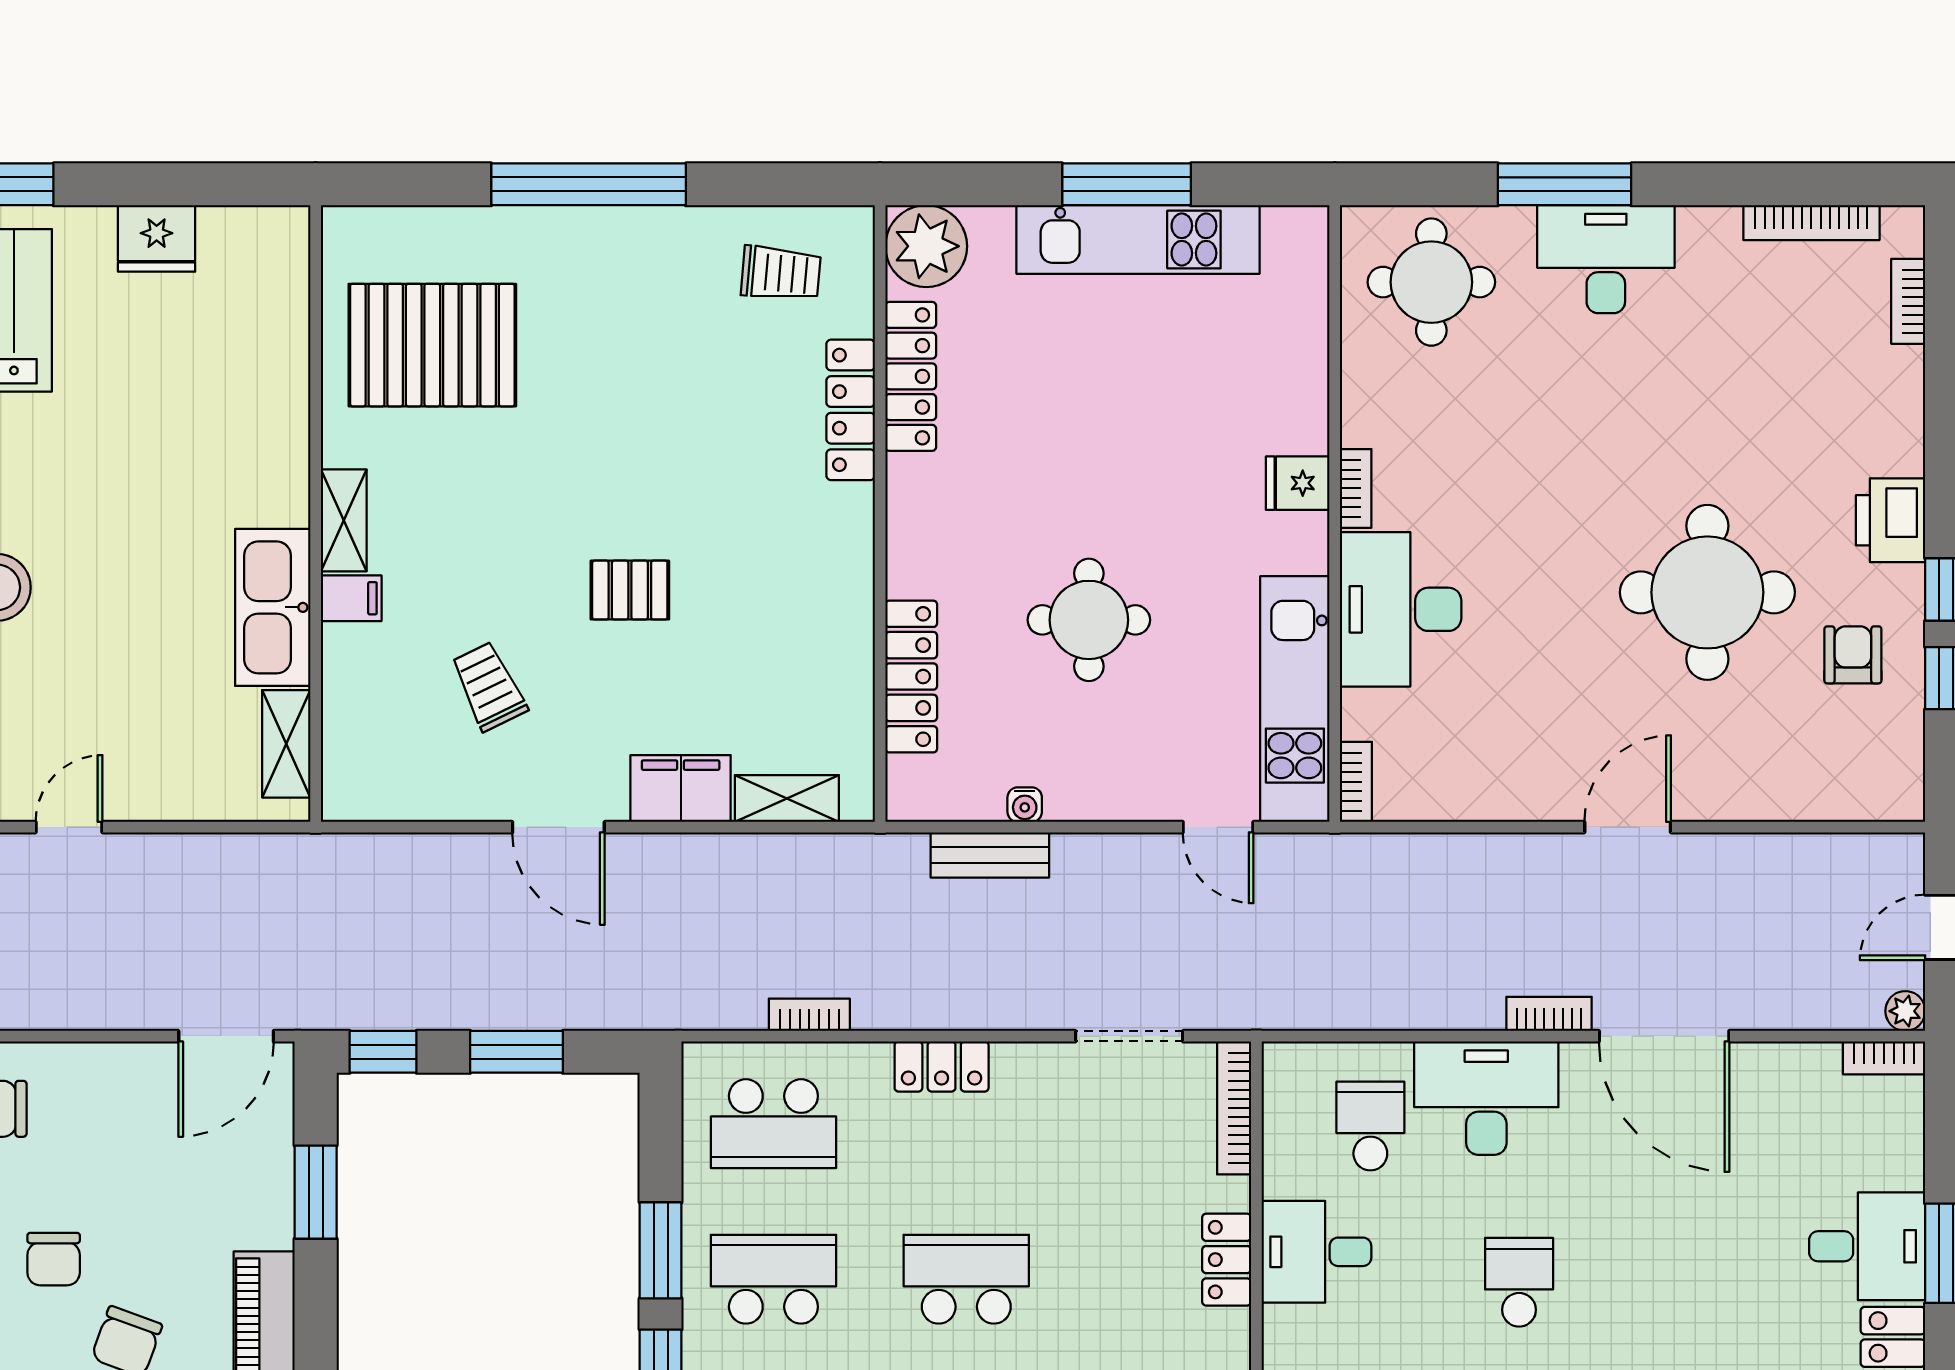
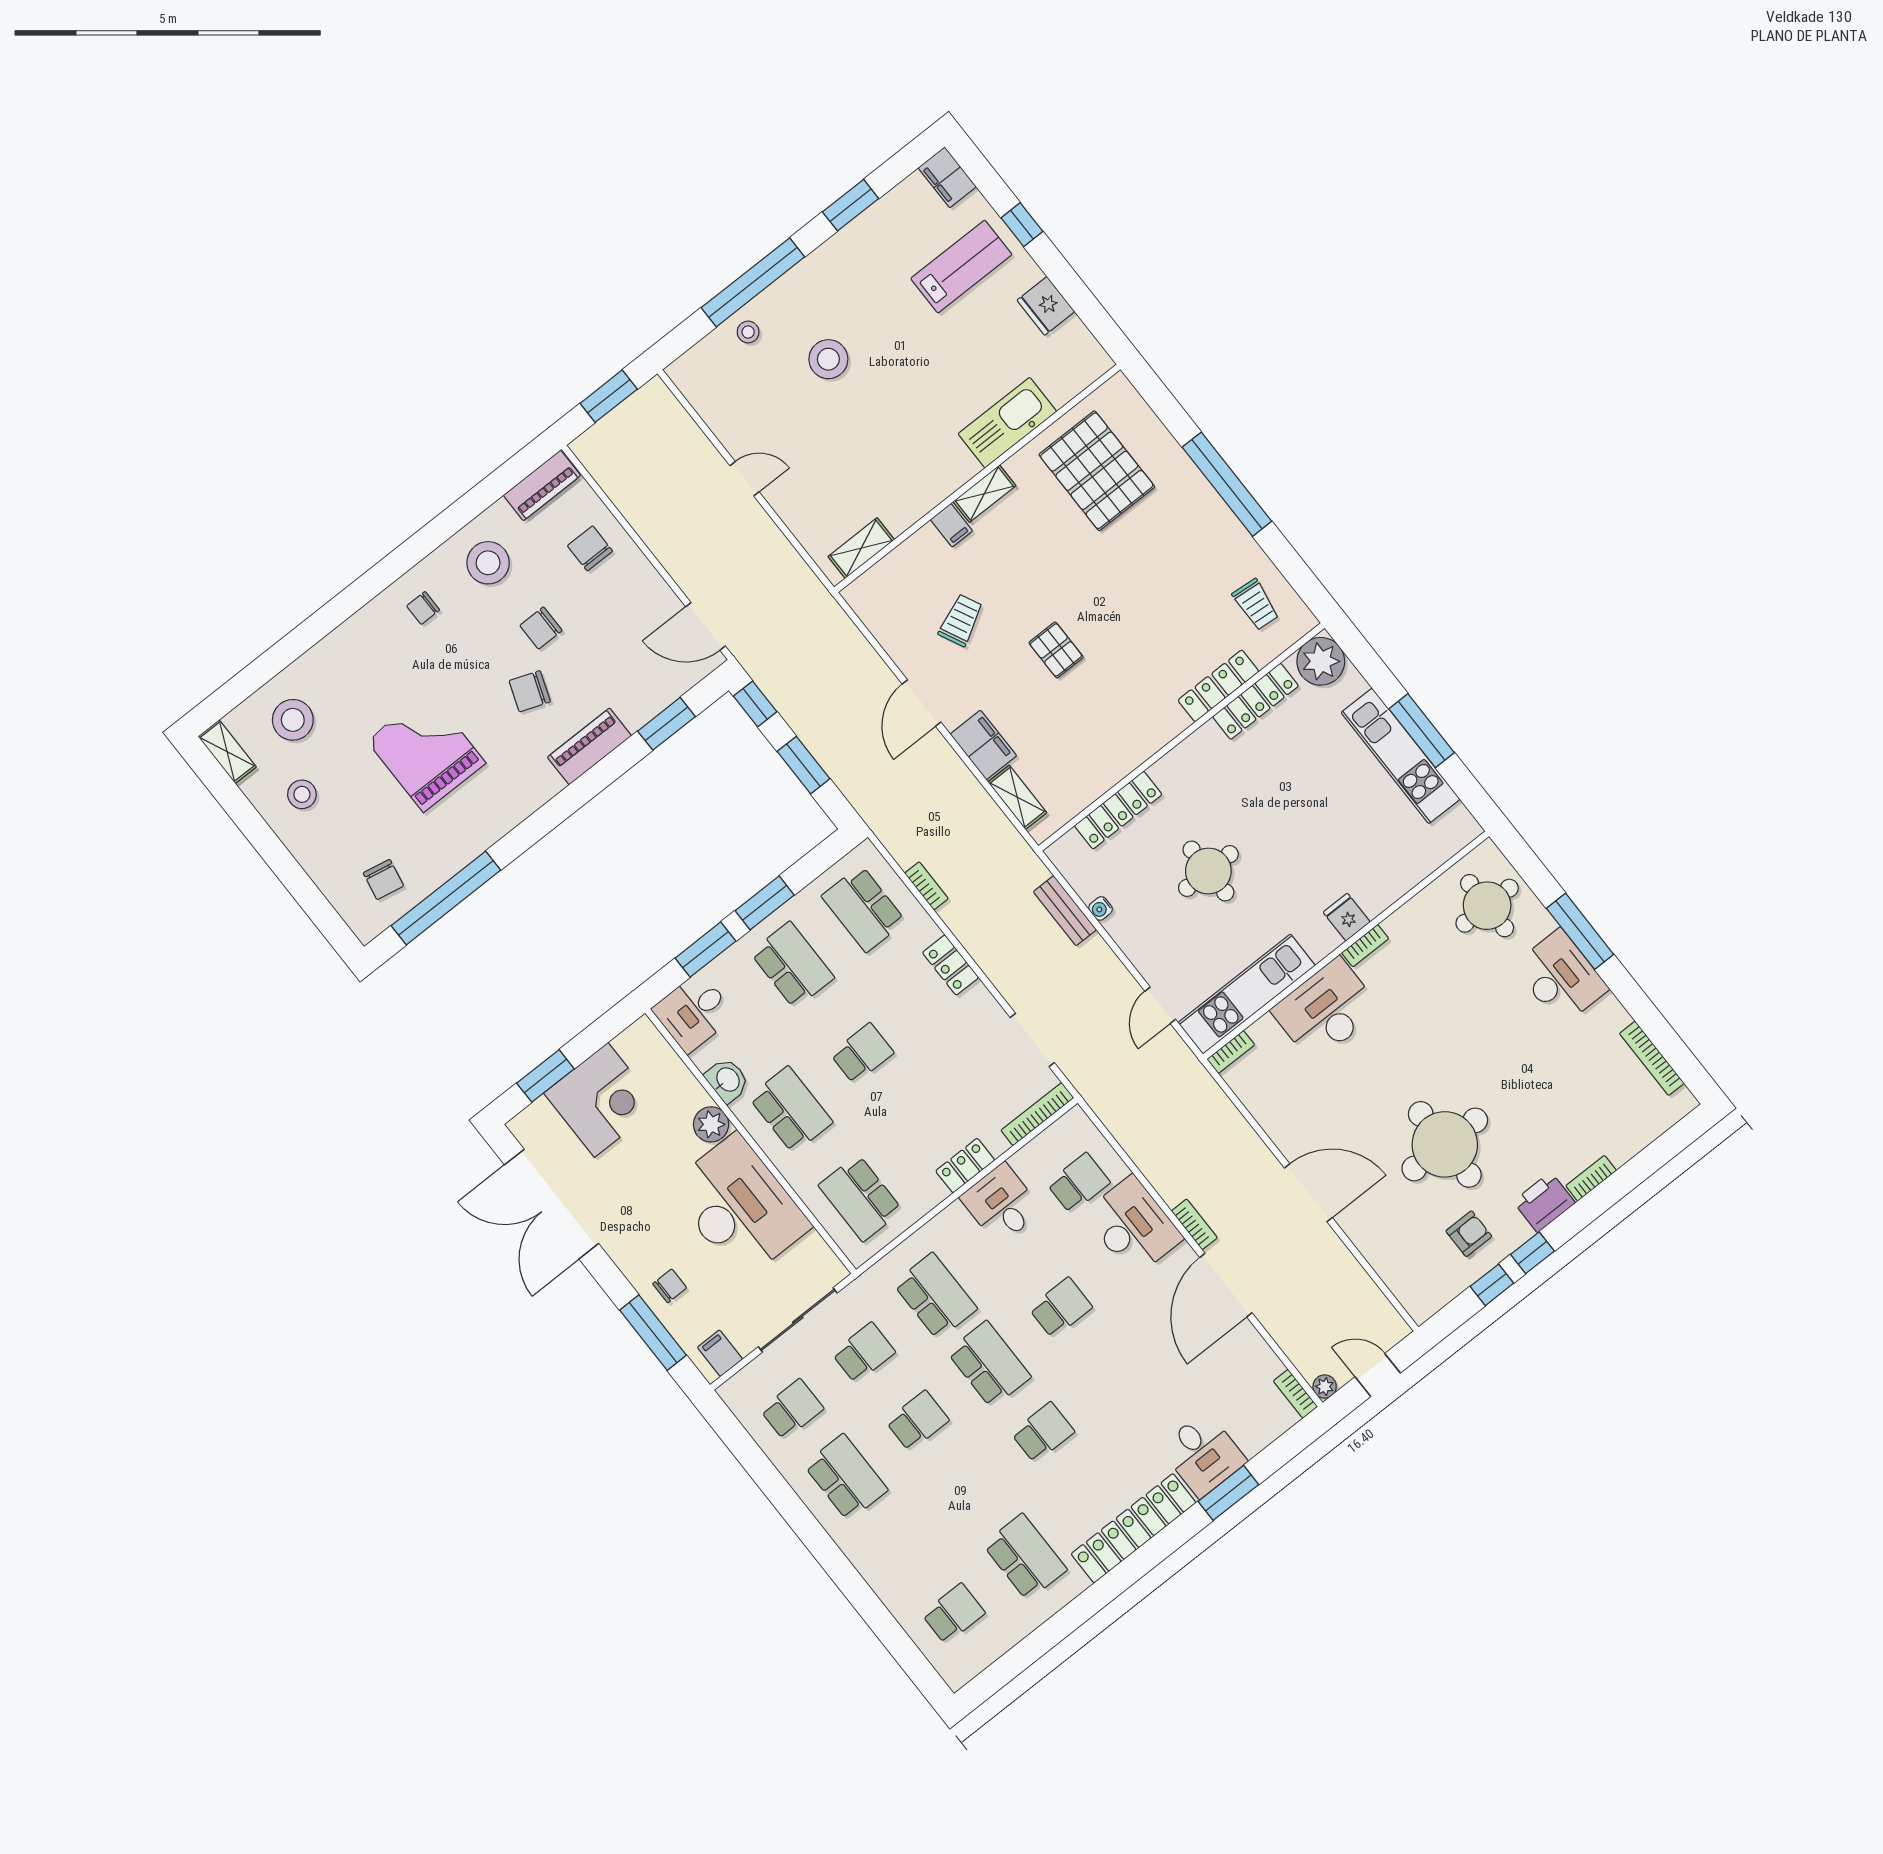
bookcase: (1908, 301) -> (1591, 1178), moved
kitchen sink: (273, 607) -> (1007, 423), moved
door: (1628, 827) -> (1308, 1193), width x1.36
school desk: (966, 1279) -> (862, 1053), width x0.54

